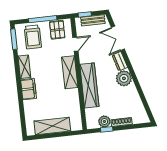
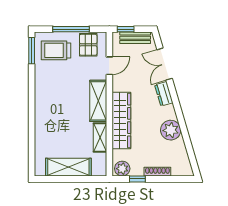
trolley: (33, 37) -> (56, 50), turned 90
shelving: (24, 67) -> (100, 137), moved
plant: (124, 78) -> (171, 130), moved
filing cabinet: (29, 89) -> (43, 116), removed
plant: (104, 122) -> (122, 169), moved

